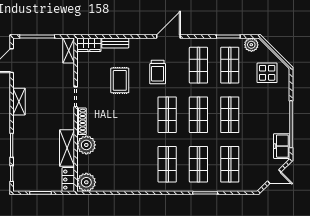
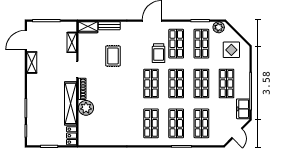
shelving: (69, 51) -> (72, 42), moved
trolley: (158, 72) -> (159, 53), moved
shelving: (19, 102) -> (32, 62), moved
shop shelf: (261, 115) -> (227, 84), added
shelving: (67, 148) -> (71, 103), width x1.47
door: (274, 177) -> (237, 133), hinge flipped
plant: (86, 182) -> (86, 138), removed

